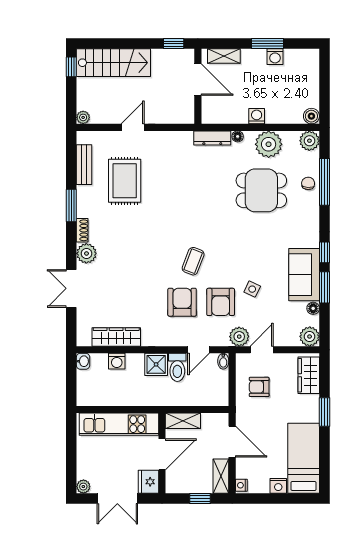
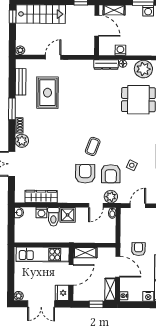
washing machine: (257, 116) -> (120, 50), moved
plant: (239, 337) -> (111, 197), moved
toilet: (177, 367) -> (53, 217), moved
armchair: (259, 387) -> (138, 249), moved, turned 90

